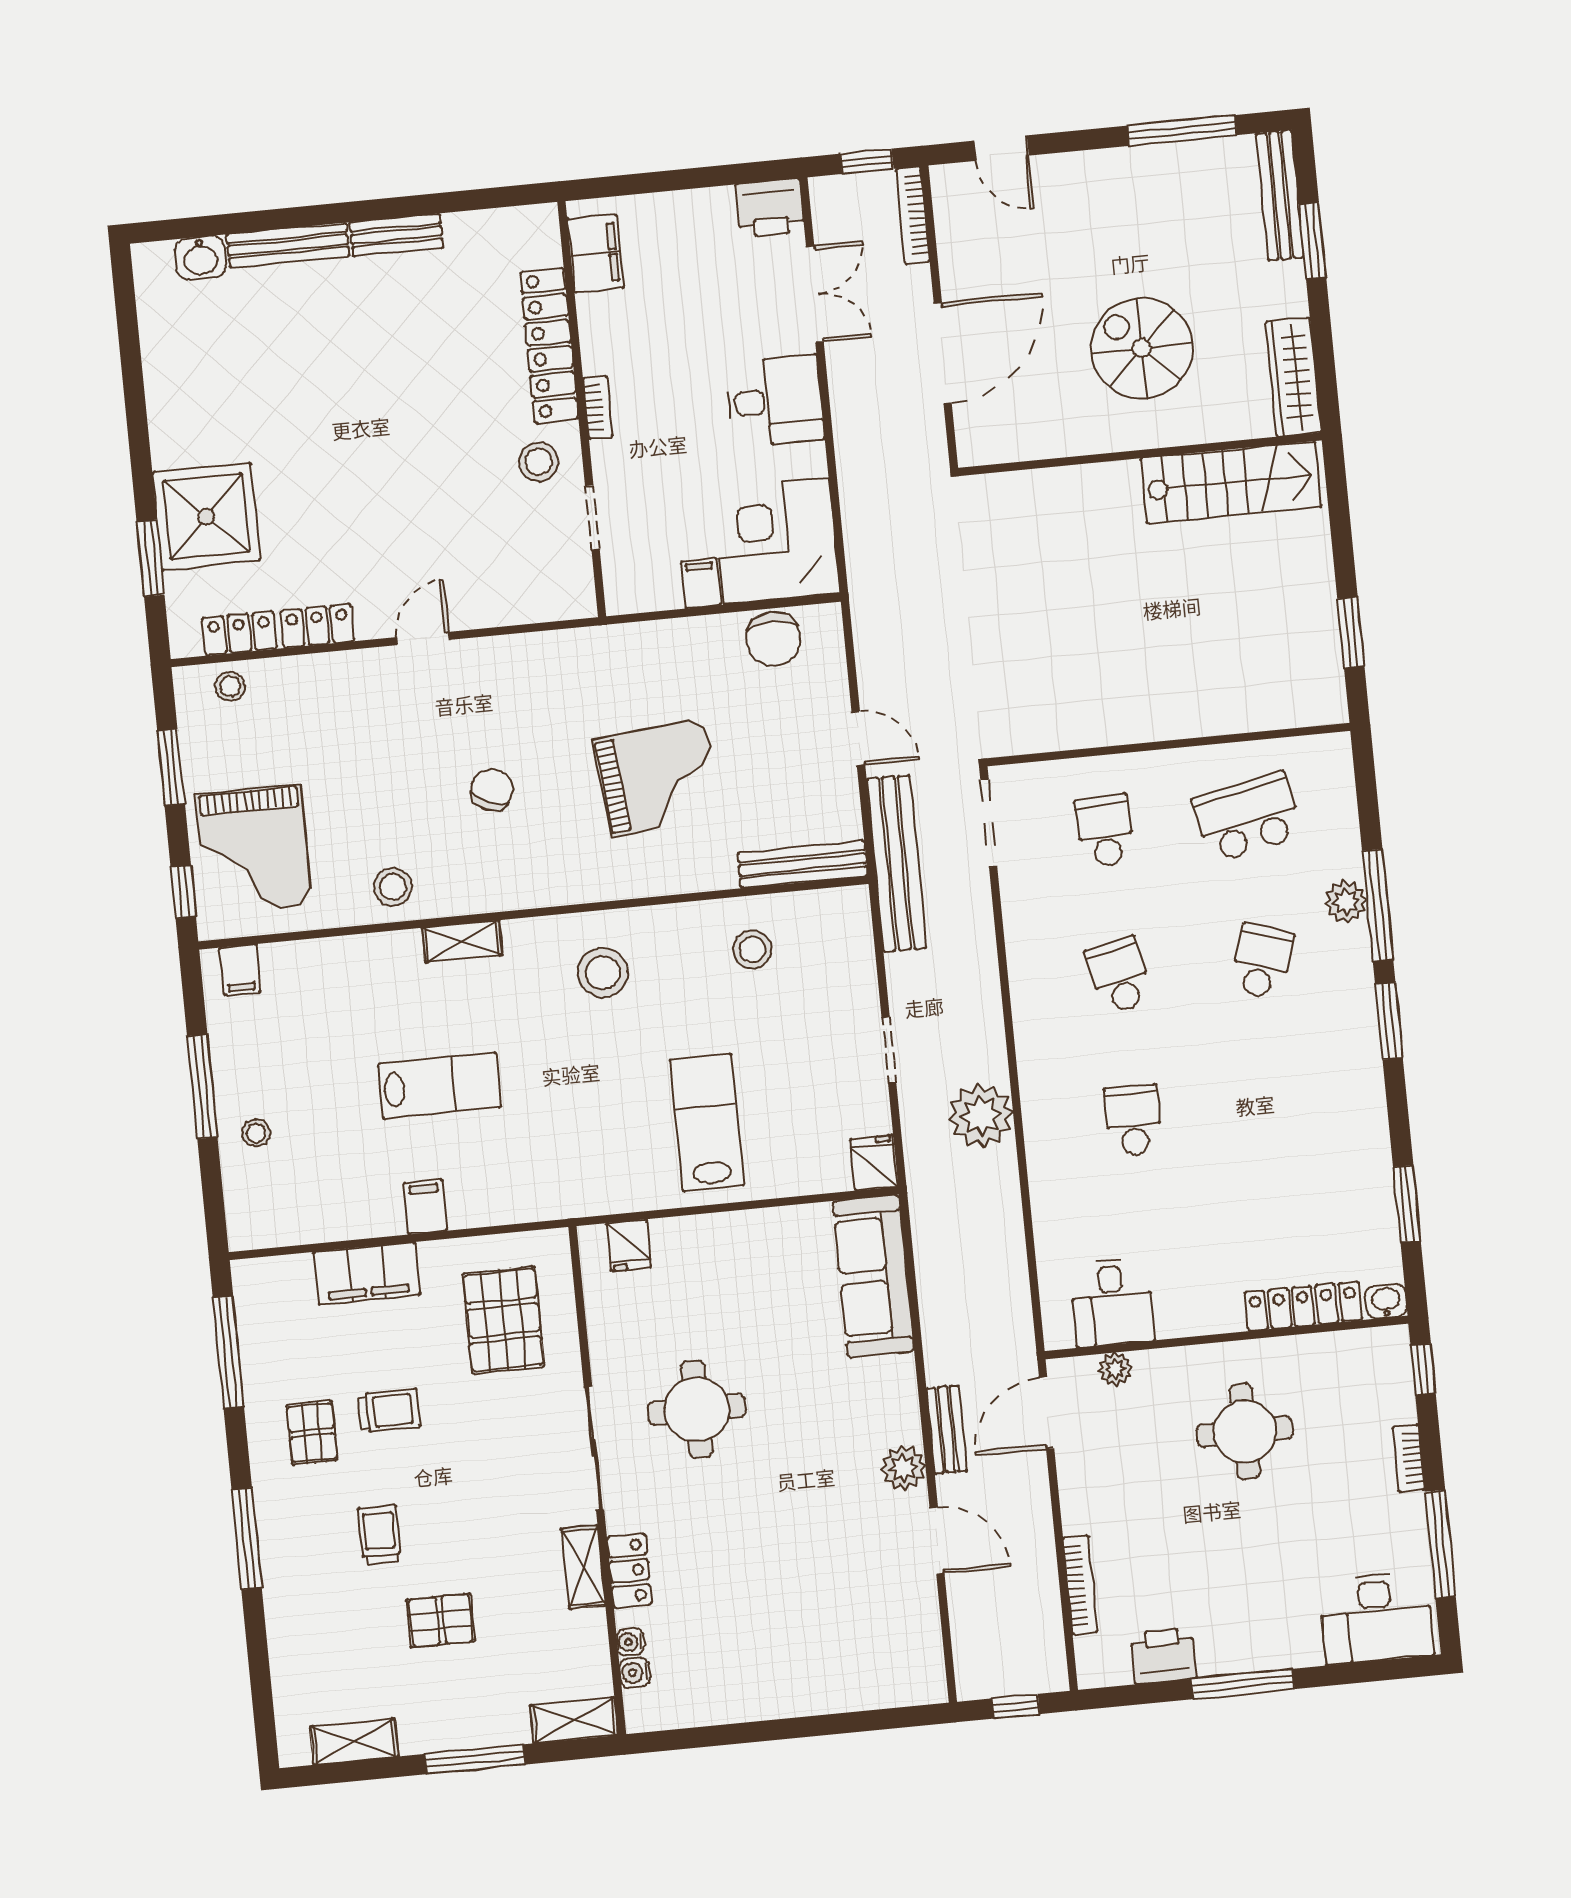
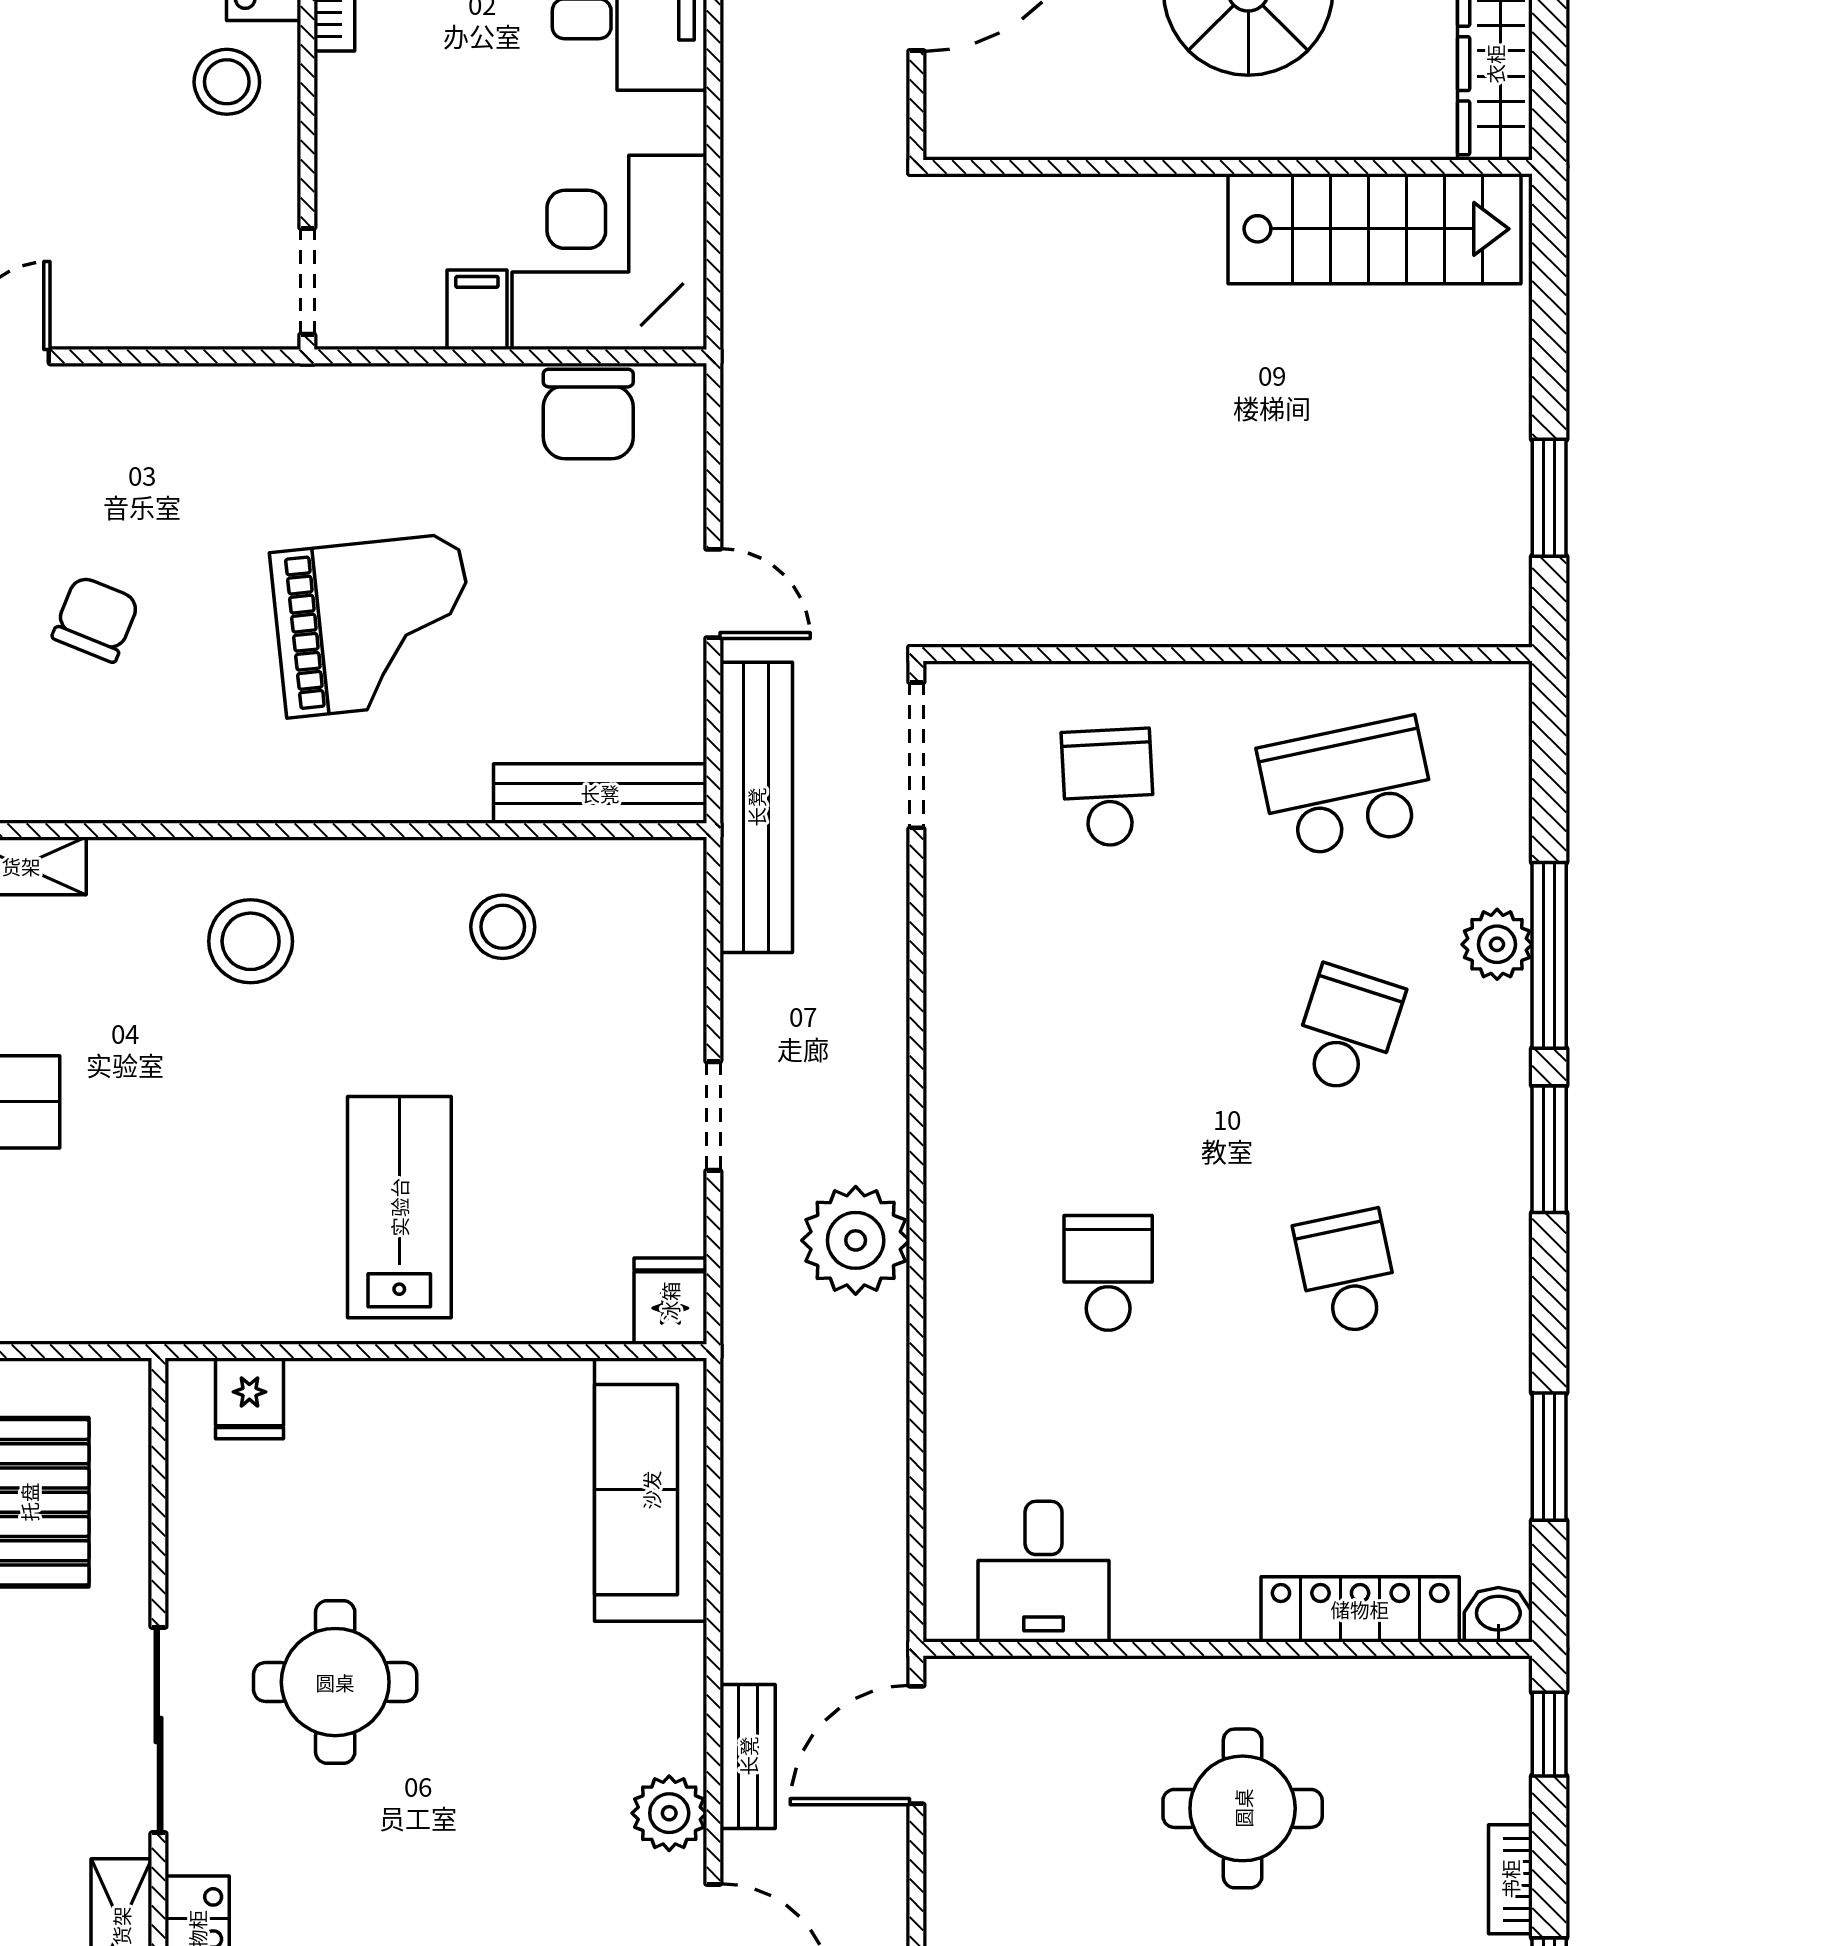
doorway: (592, 518) -> (307, 281), moved
school desk: (1119, 976) -> (1347, 1273), moved
plant: (1115, 1369) -> (1037, 1683), removed

